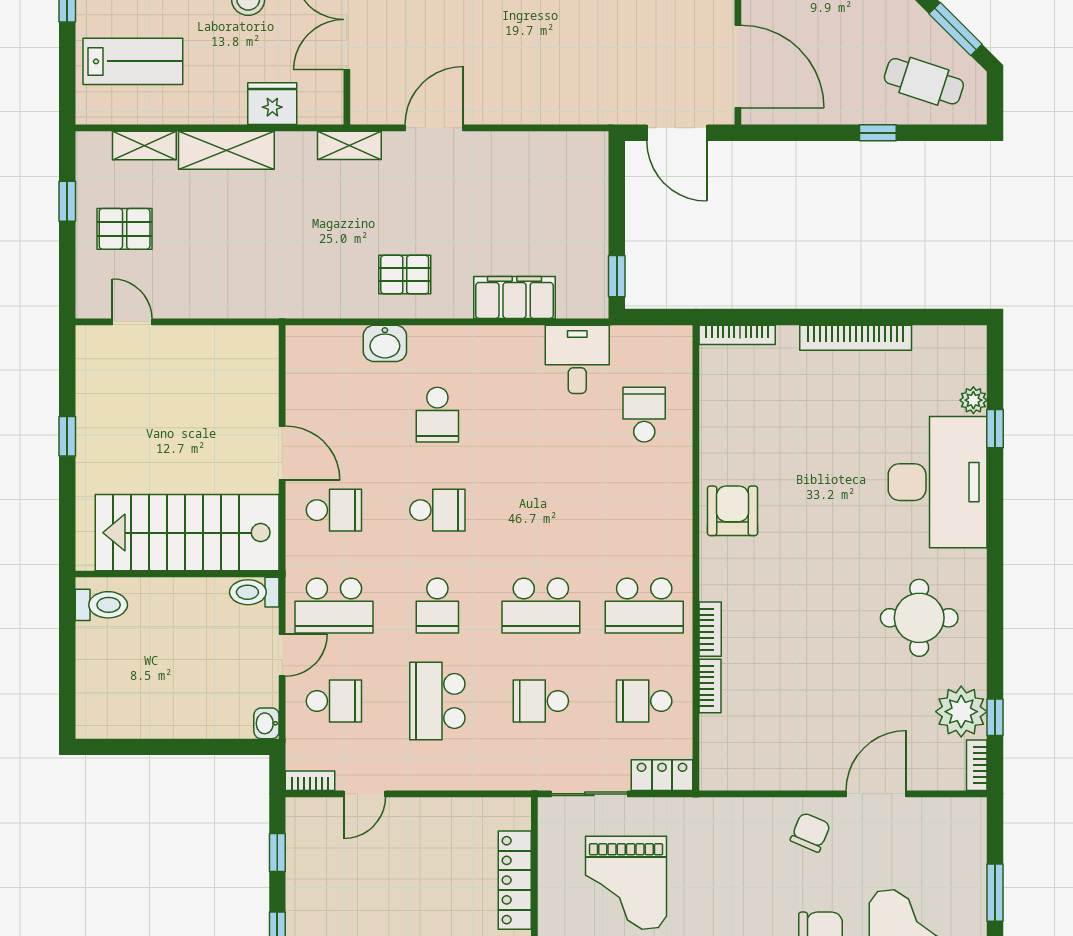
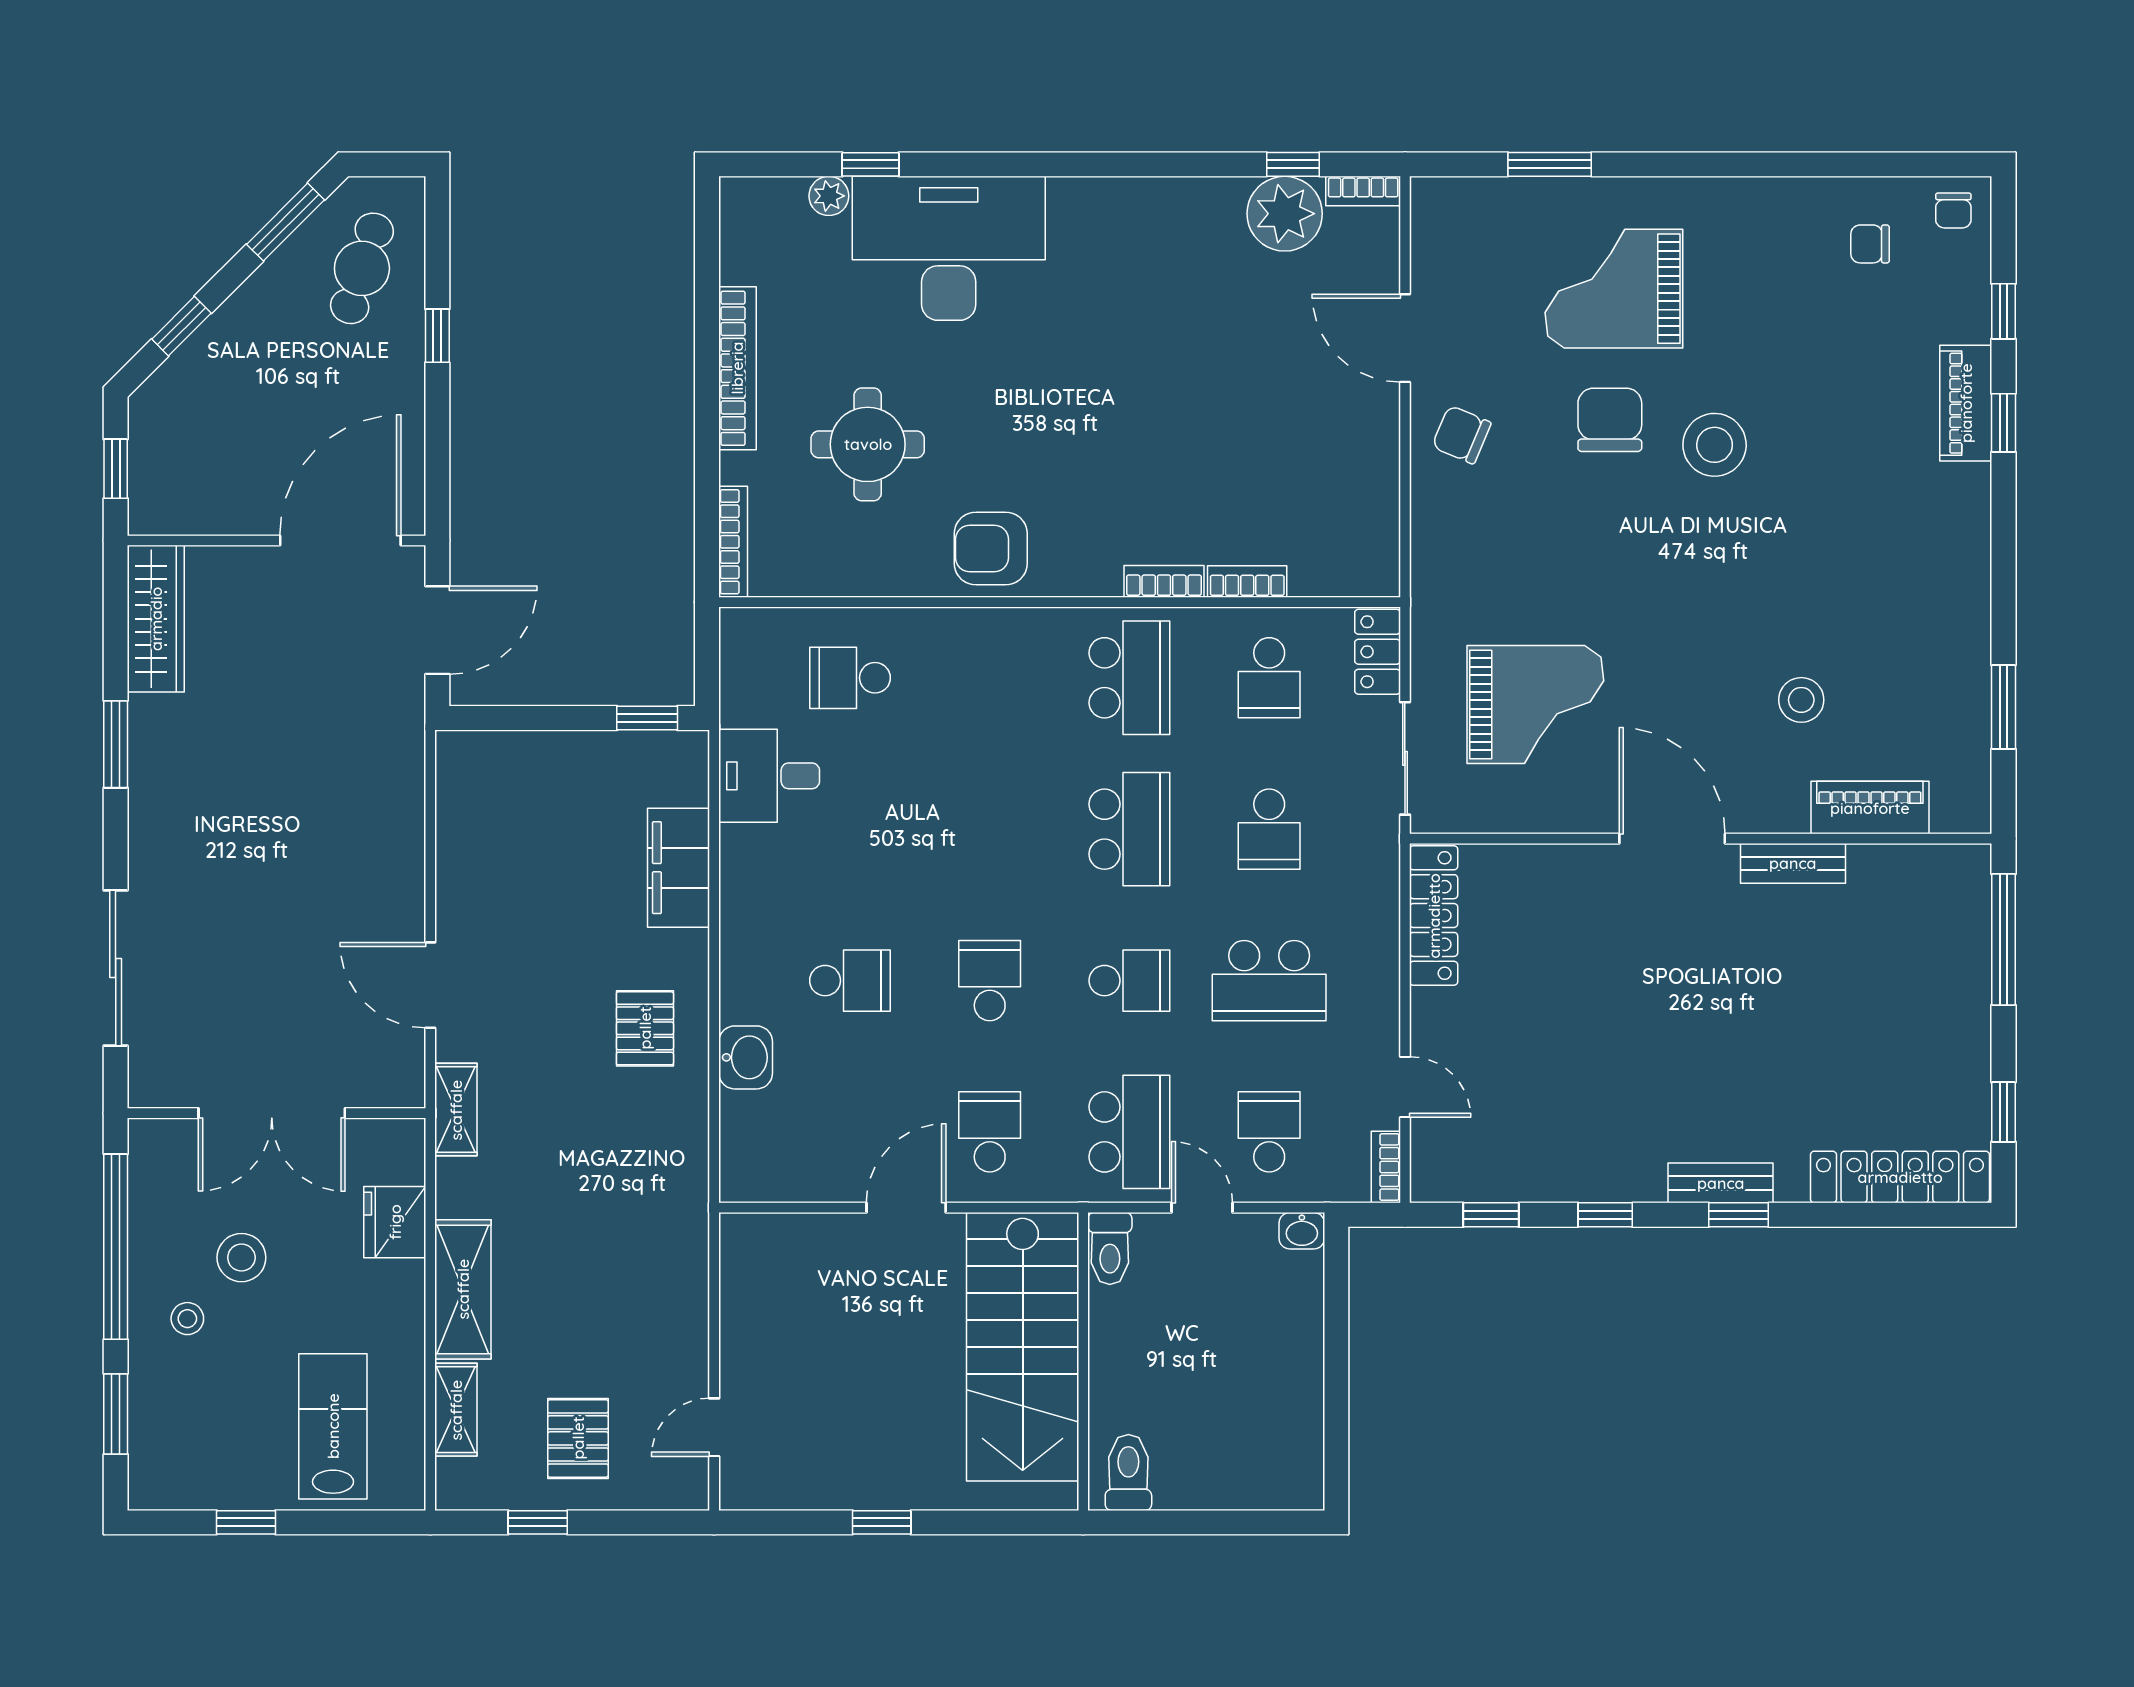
round table: (919, 618) -> (868, 444), moved
locker: (515, 880) -> (1434, 916), moved, turned -90

